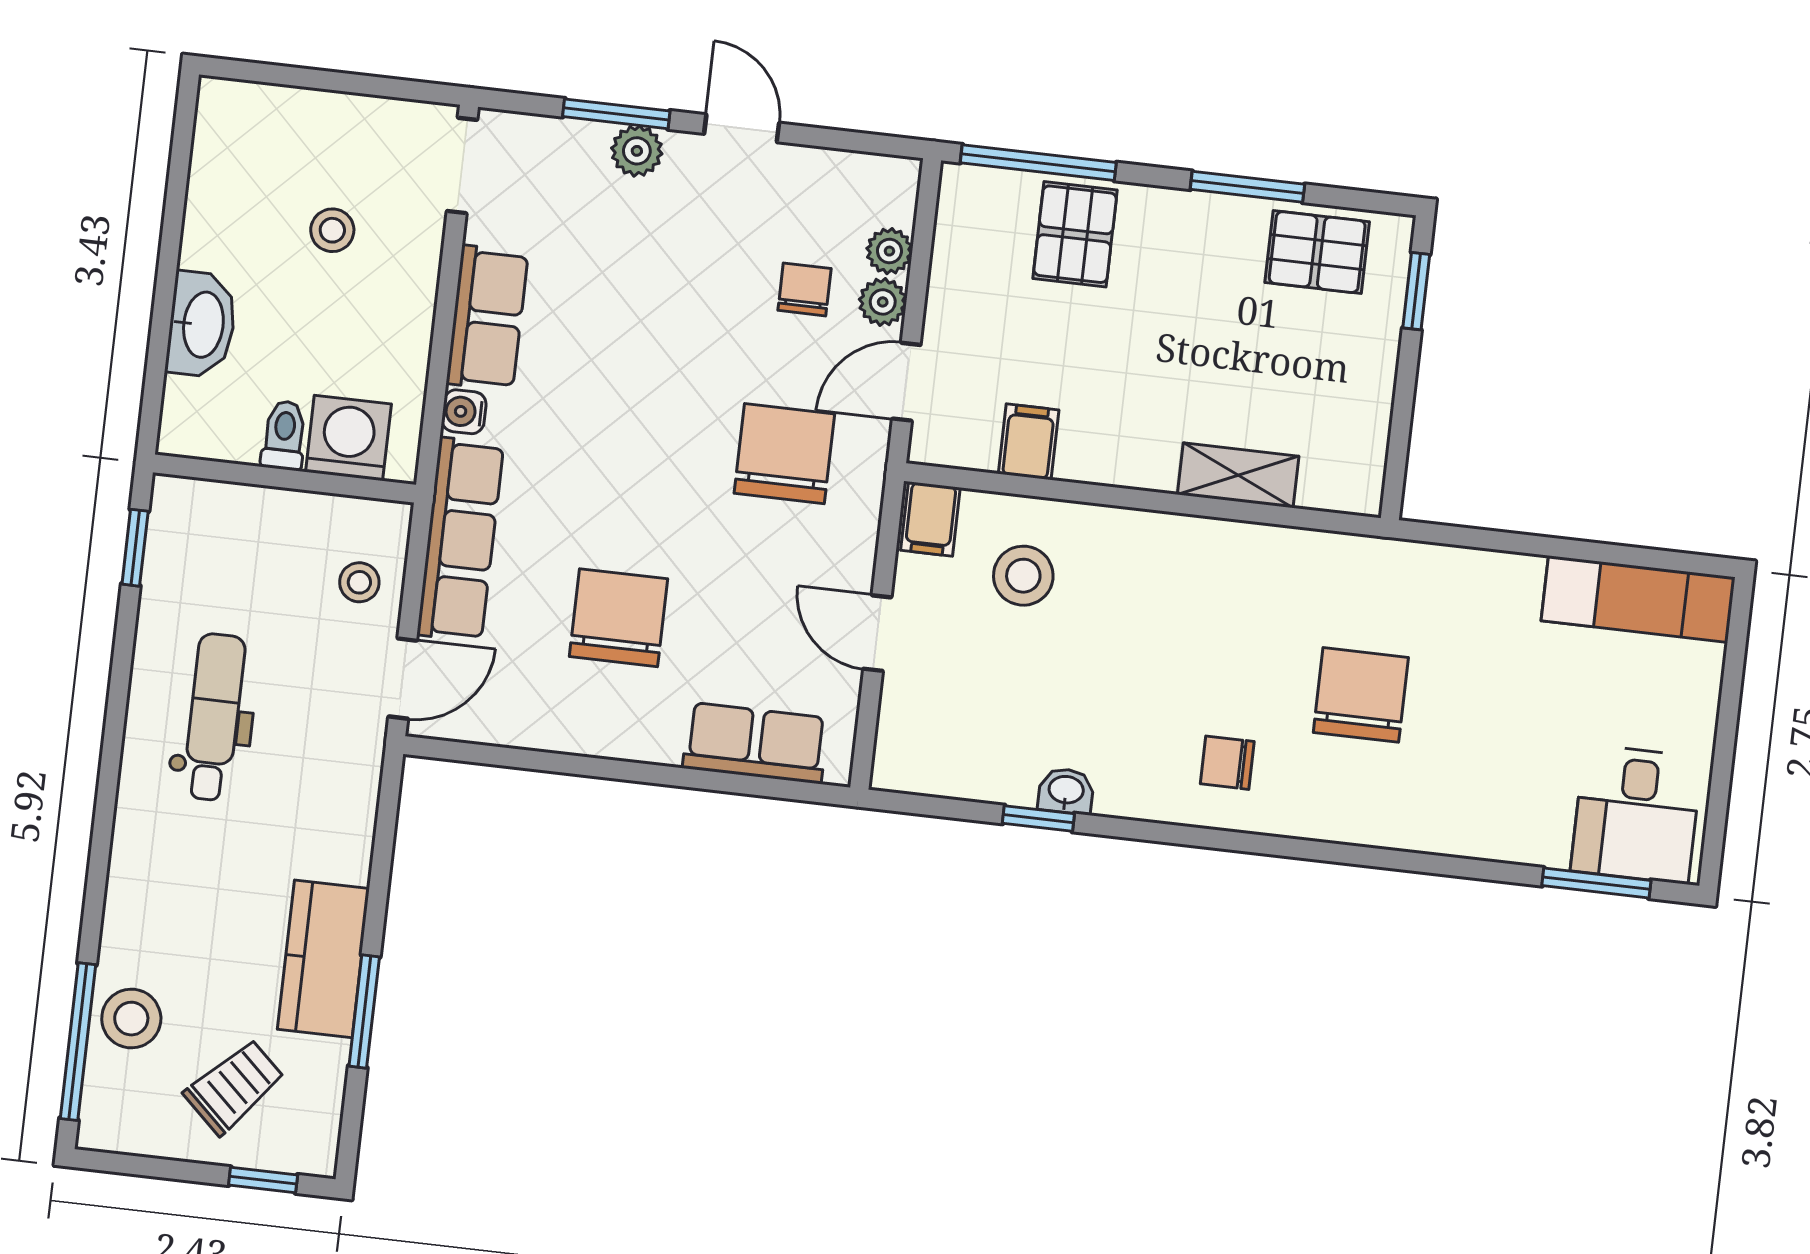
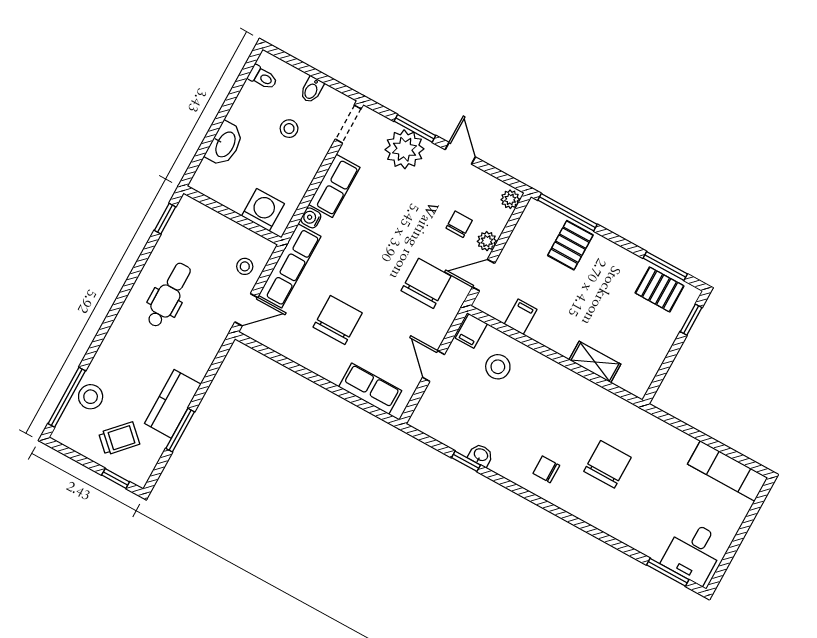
bidet: (348, 122) -> (312, 90), added
plant: (637, 151) -> (404, 149), width x1.88, depth x1.88
window: (1247, 187) -> (665, 266), moved
plant: (889, 251) -> (510, 199), moved
toilet: (284, 435) -> (263, 77), moved, turned 90

